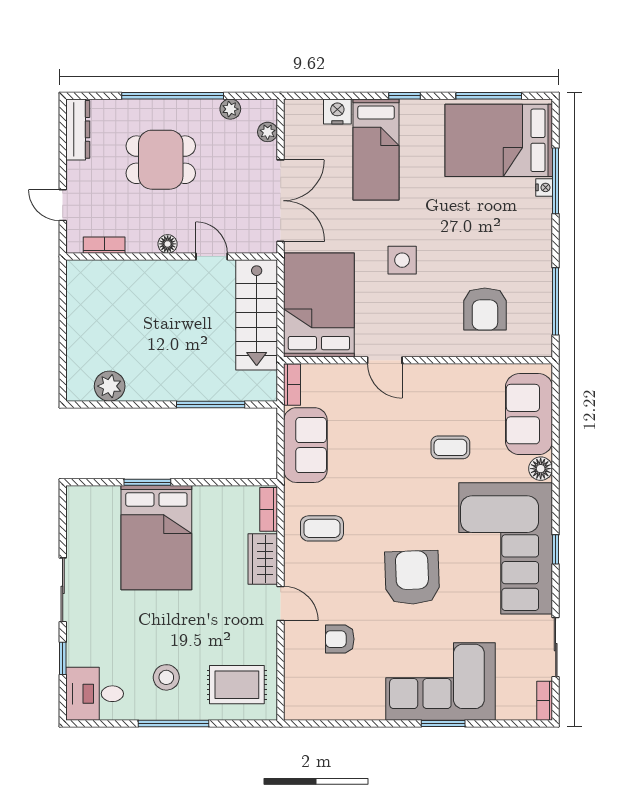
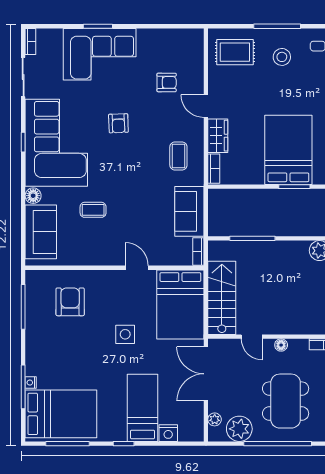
plant: (230, 109) -> (239, 429), width x1.87, depth x1.87
dining table: (161, 160) -> (286, 401), width x1.38
coffee table: (322, 528) -> (178, 156), turned 90
armchair: (412, 578) -> (118, 123), width x0.53, depth x0.53

